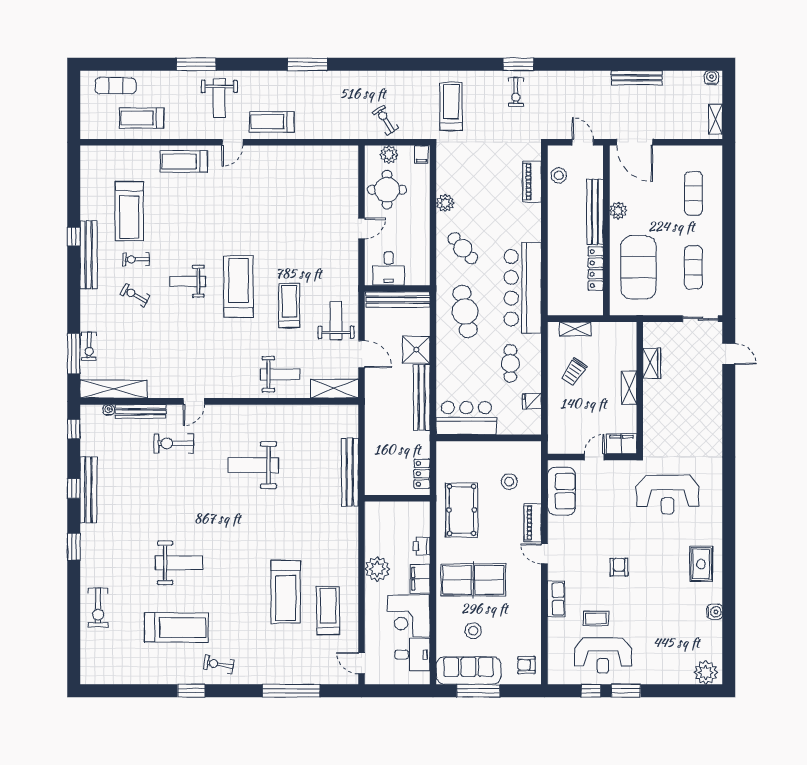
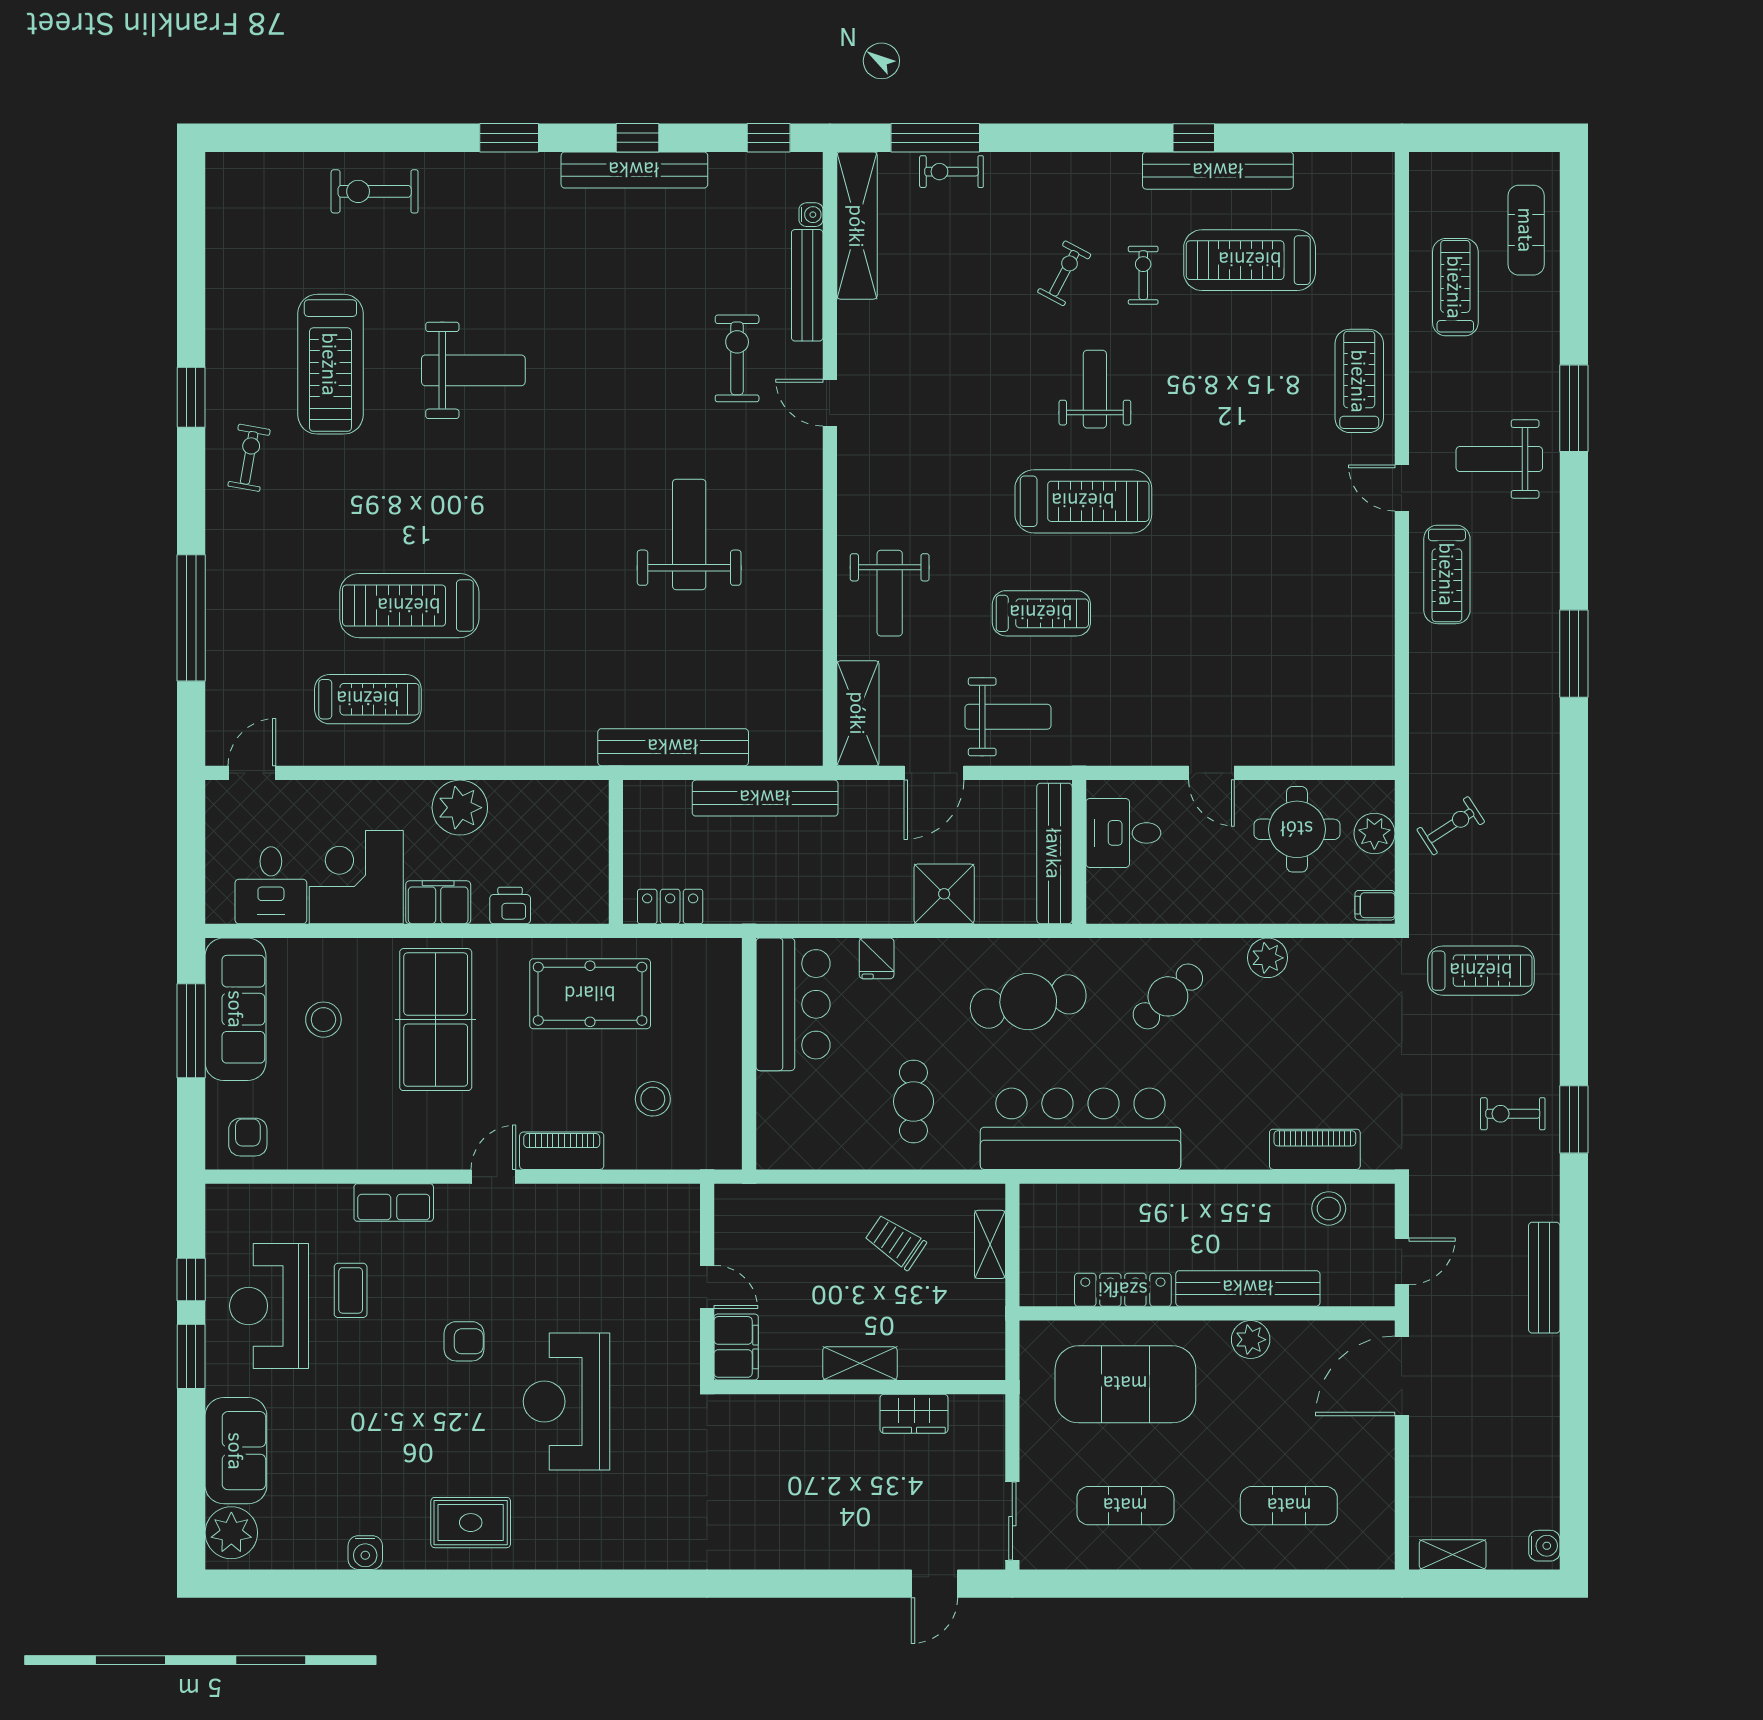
bench: (637, 78) -> (1544, 1278), moved
treadmill: (272, 122) -> (1447, 574), turned 180
bench: (89, 255) -> (1218, 171), moved
cafe table: (510, 363) -> (913, 1102), turned 90
bench: (422, 397) -> (765, 798), moved
fridge: (532, 401) -> (877, 958), moved, turned 180
sofa: (561, 491) -> (236, 1451), moved, turned -90
reception desk: (668, 495) -> (567, 1402), moved
weight bench: (179, 563) -> (473, 370), turned -90

